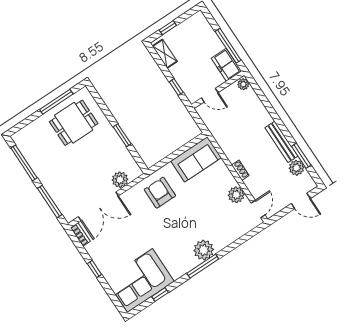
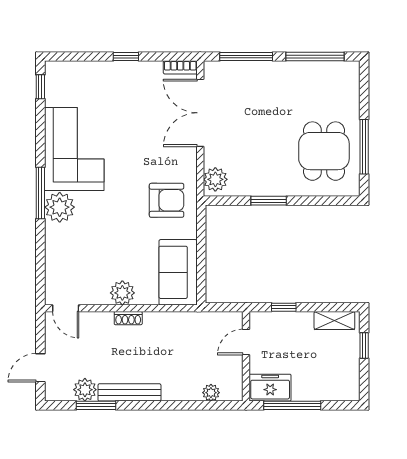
plant: (243, 84) -> (211, 393), moved
plant: (120, 180) -> (215, 179), moved
plant: (236, 195) -> (122, 293), moved
corner sofa: (140, 280) -> (74, 149), moved
window: (160, 295) -> (40, 87), moved

